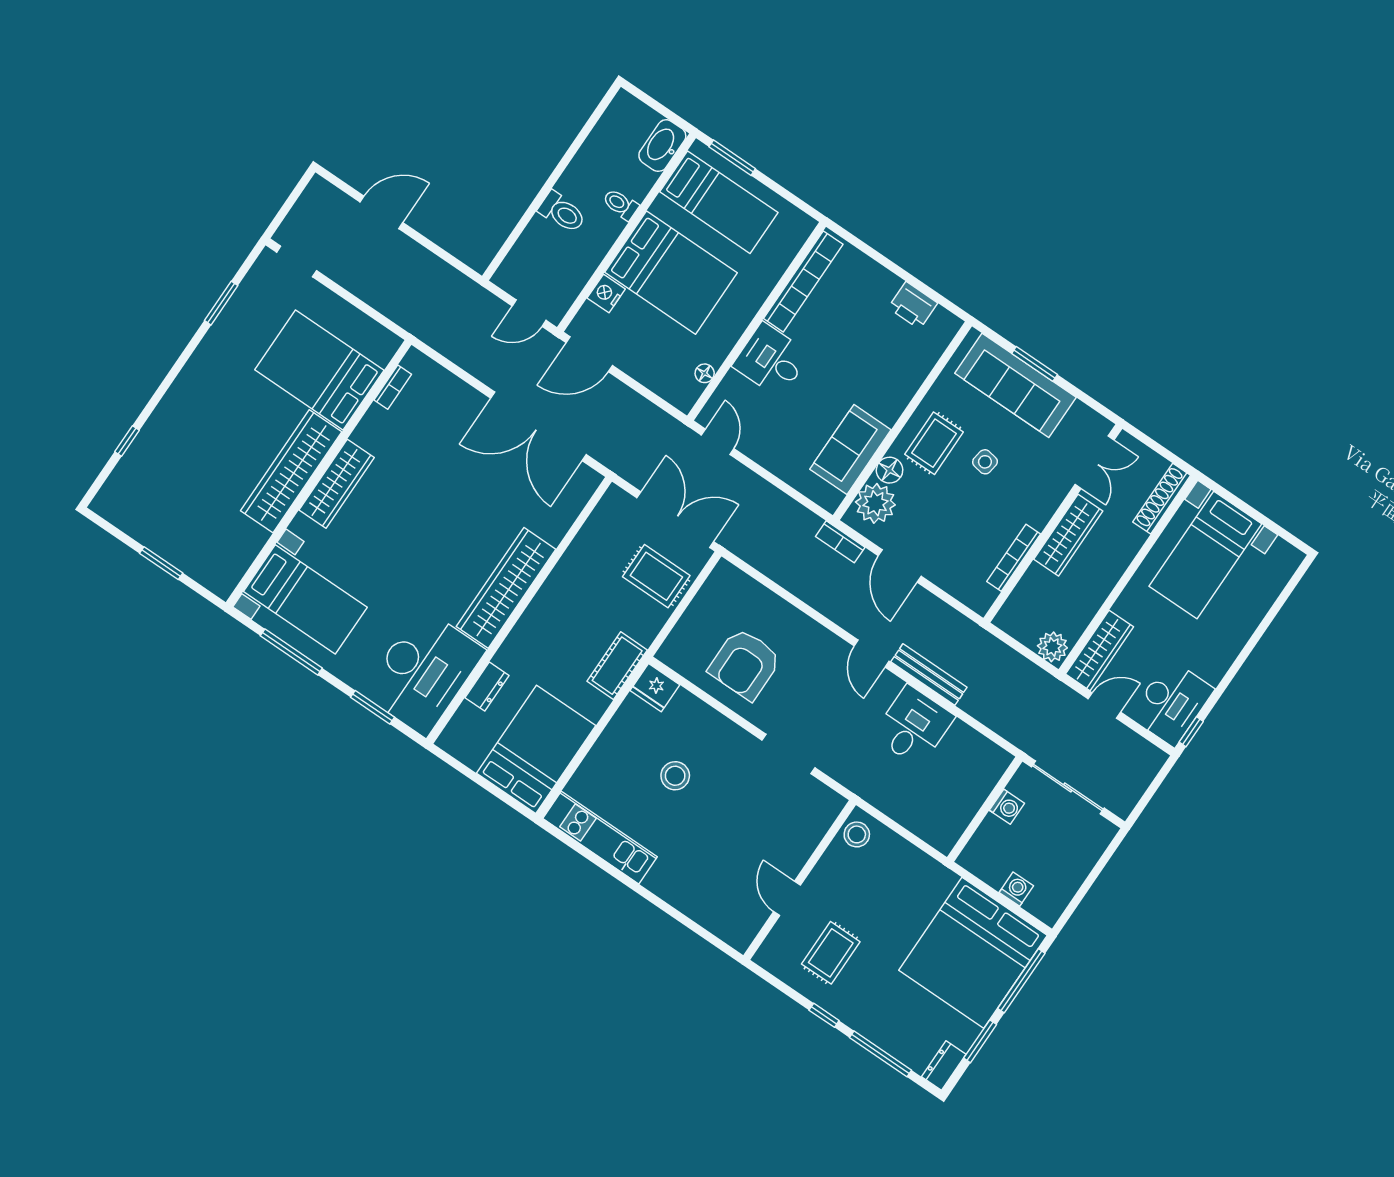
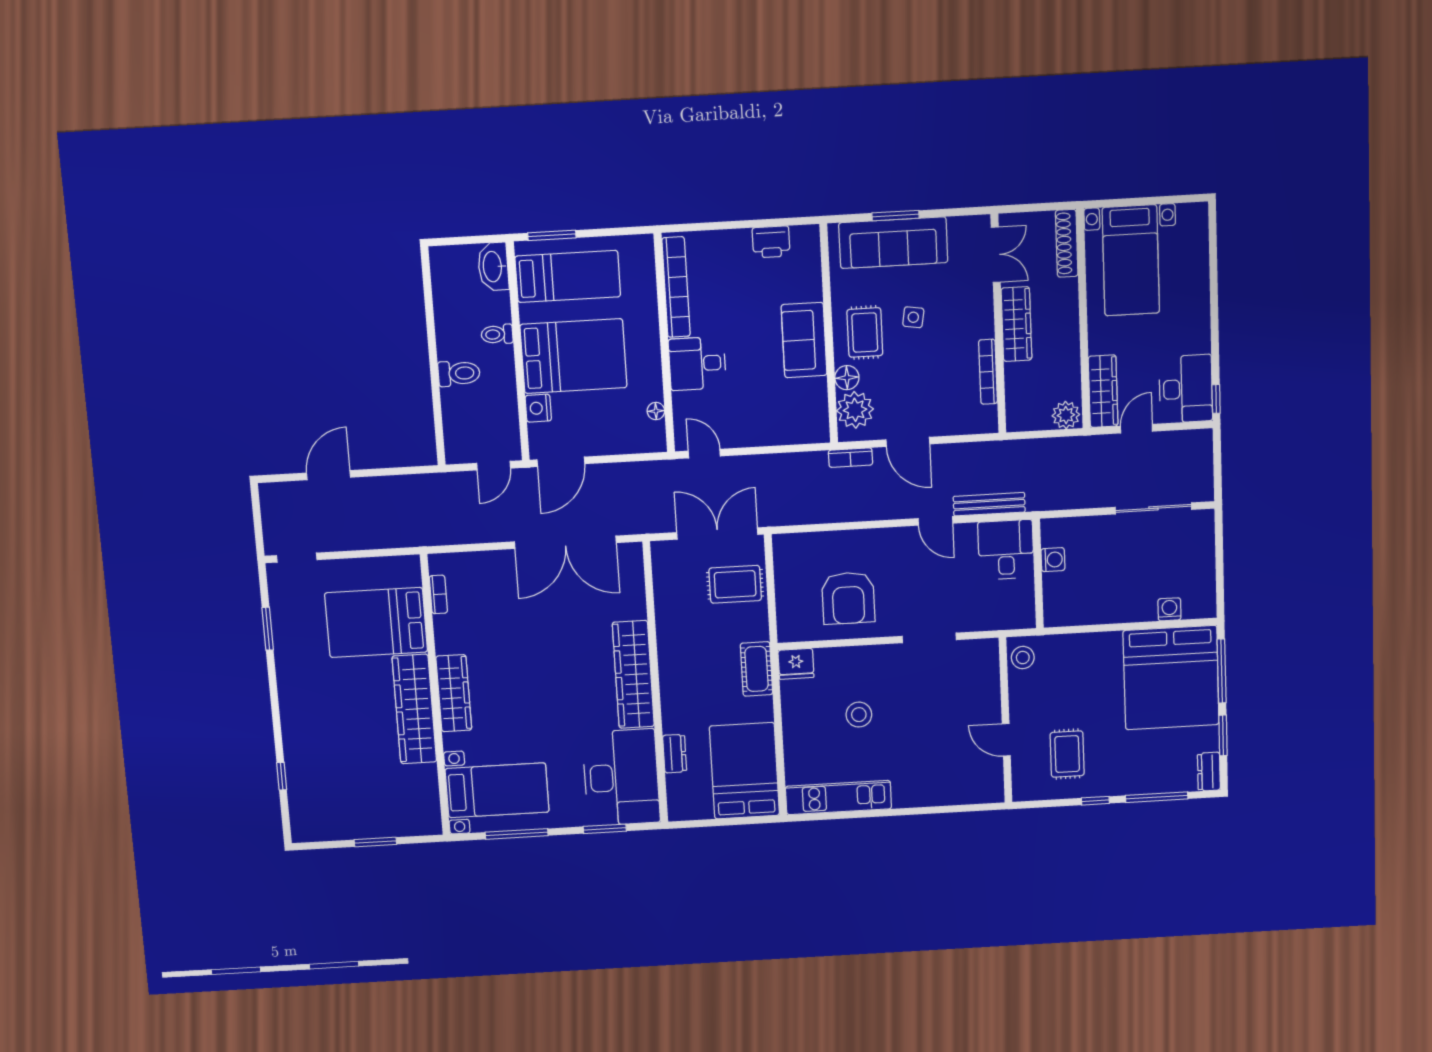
sofa: (850, 449) -> (804, 340), moved
washing machine: (1007, 807) -> (1053, 560), moved
wall: (985, 809) -> (1038, 574), moved

